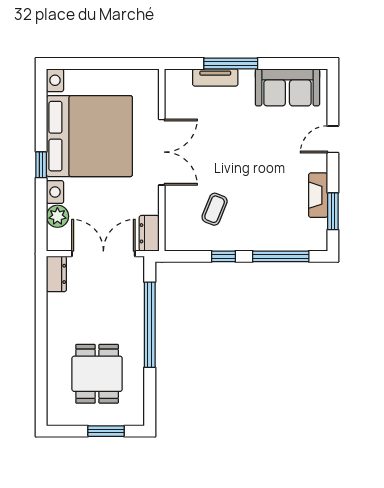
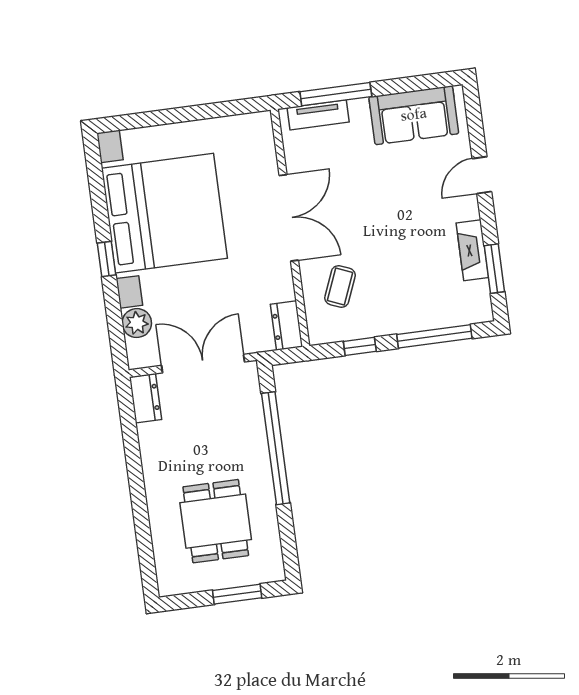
double door: (162, 152) -> (289, 218), moved
wall: (162, 160) -> (290, 228), moved
dresser: (149, 233) -> (287, 326), moved

